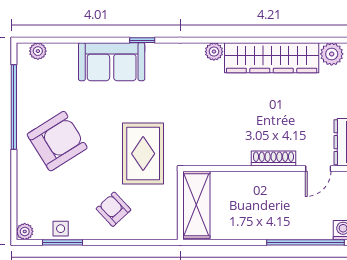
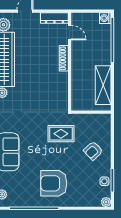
armchair: (57, 141) -> (54, 183), turned -58
rug: (143, 154) -> (61, 134), width x0.73, depth x0.70
shelving: (196, 205) -> (103, 85), moved, turned 90

